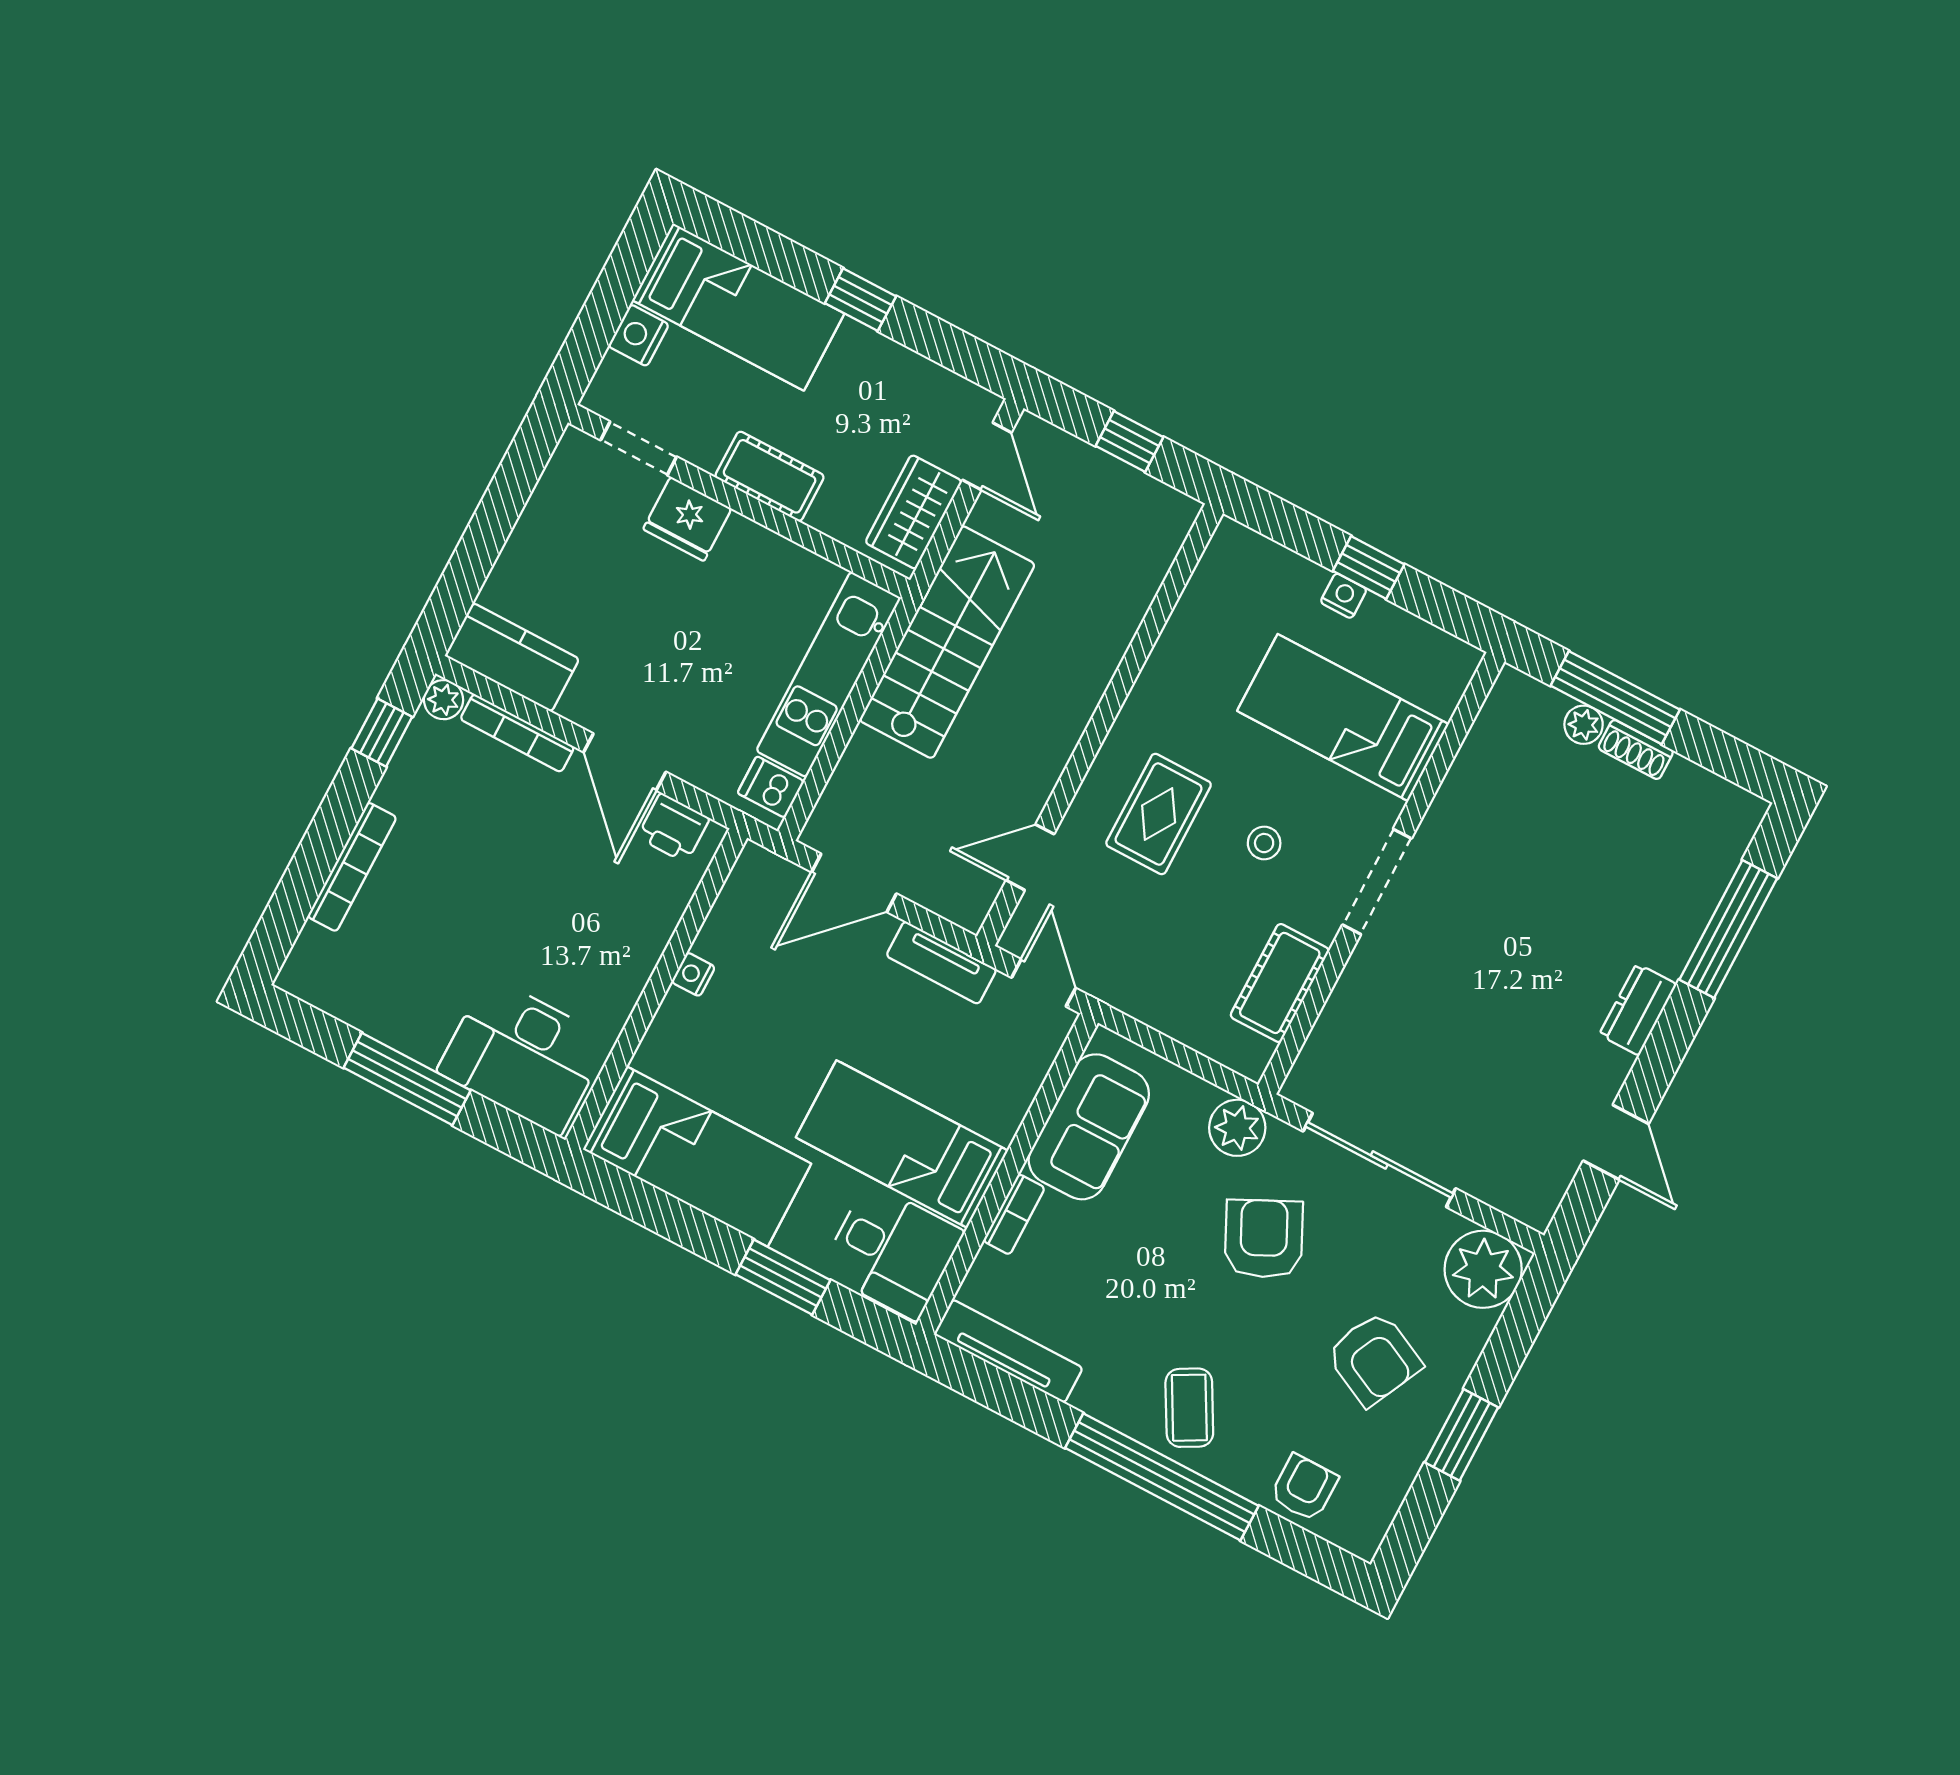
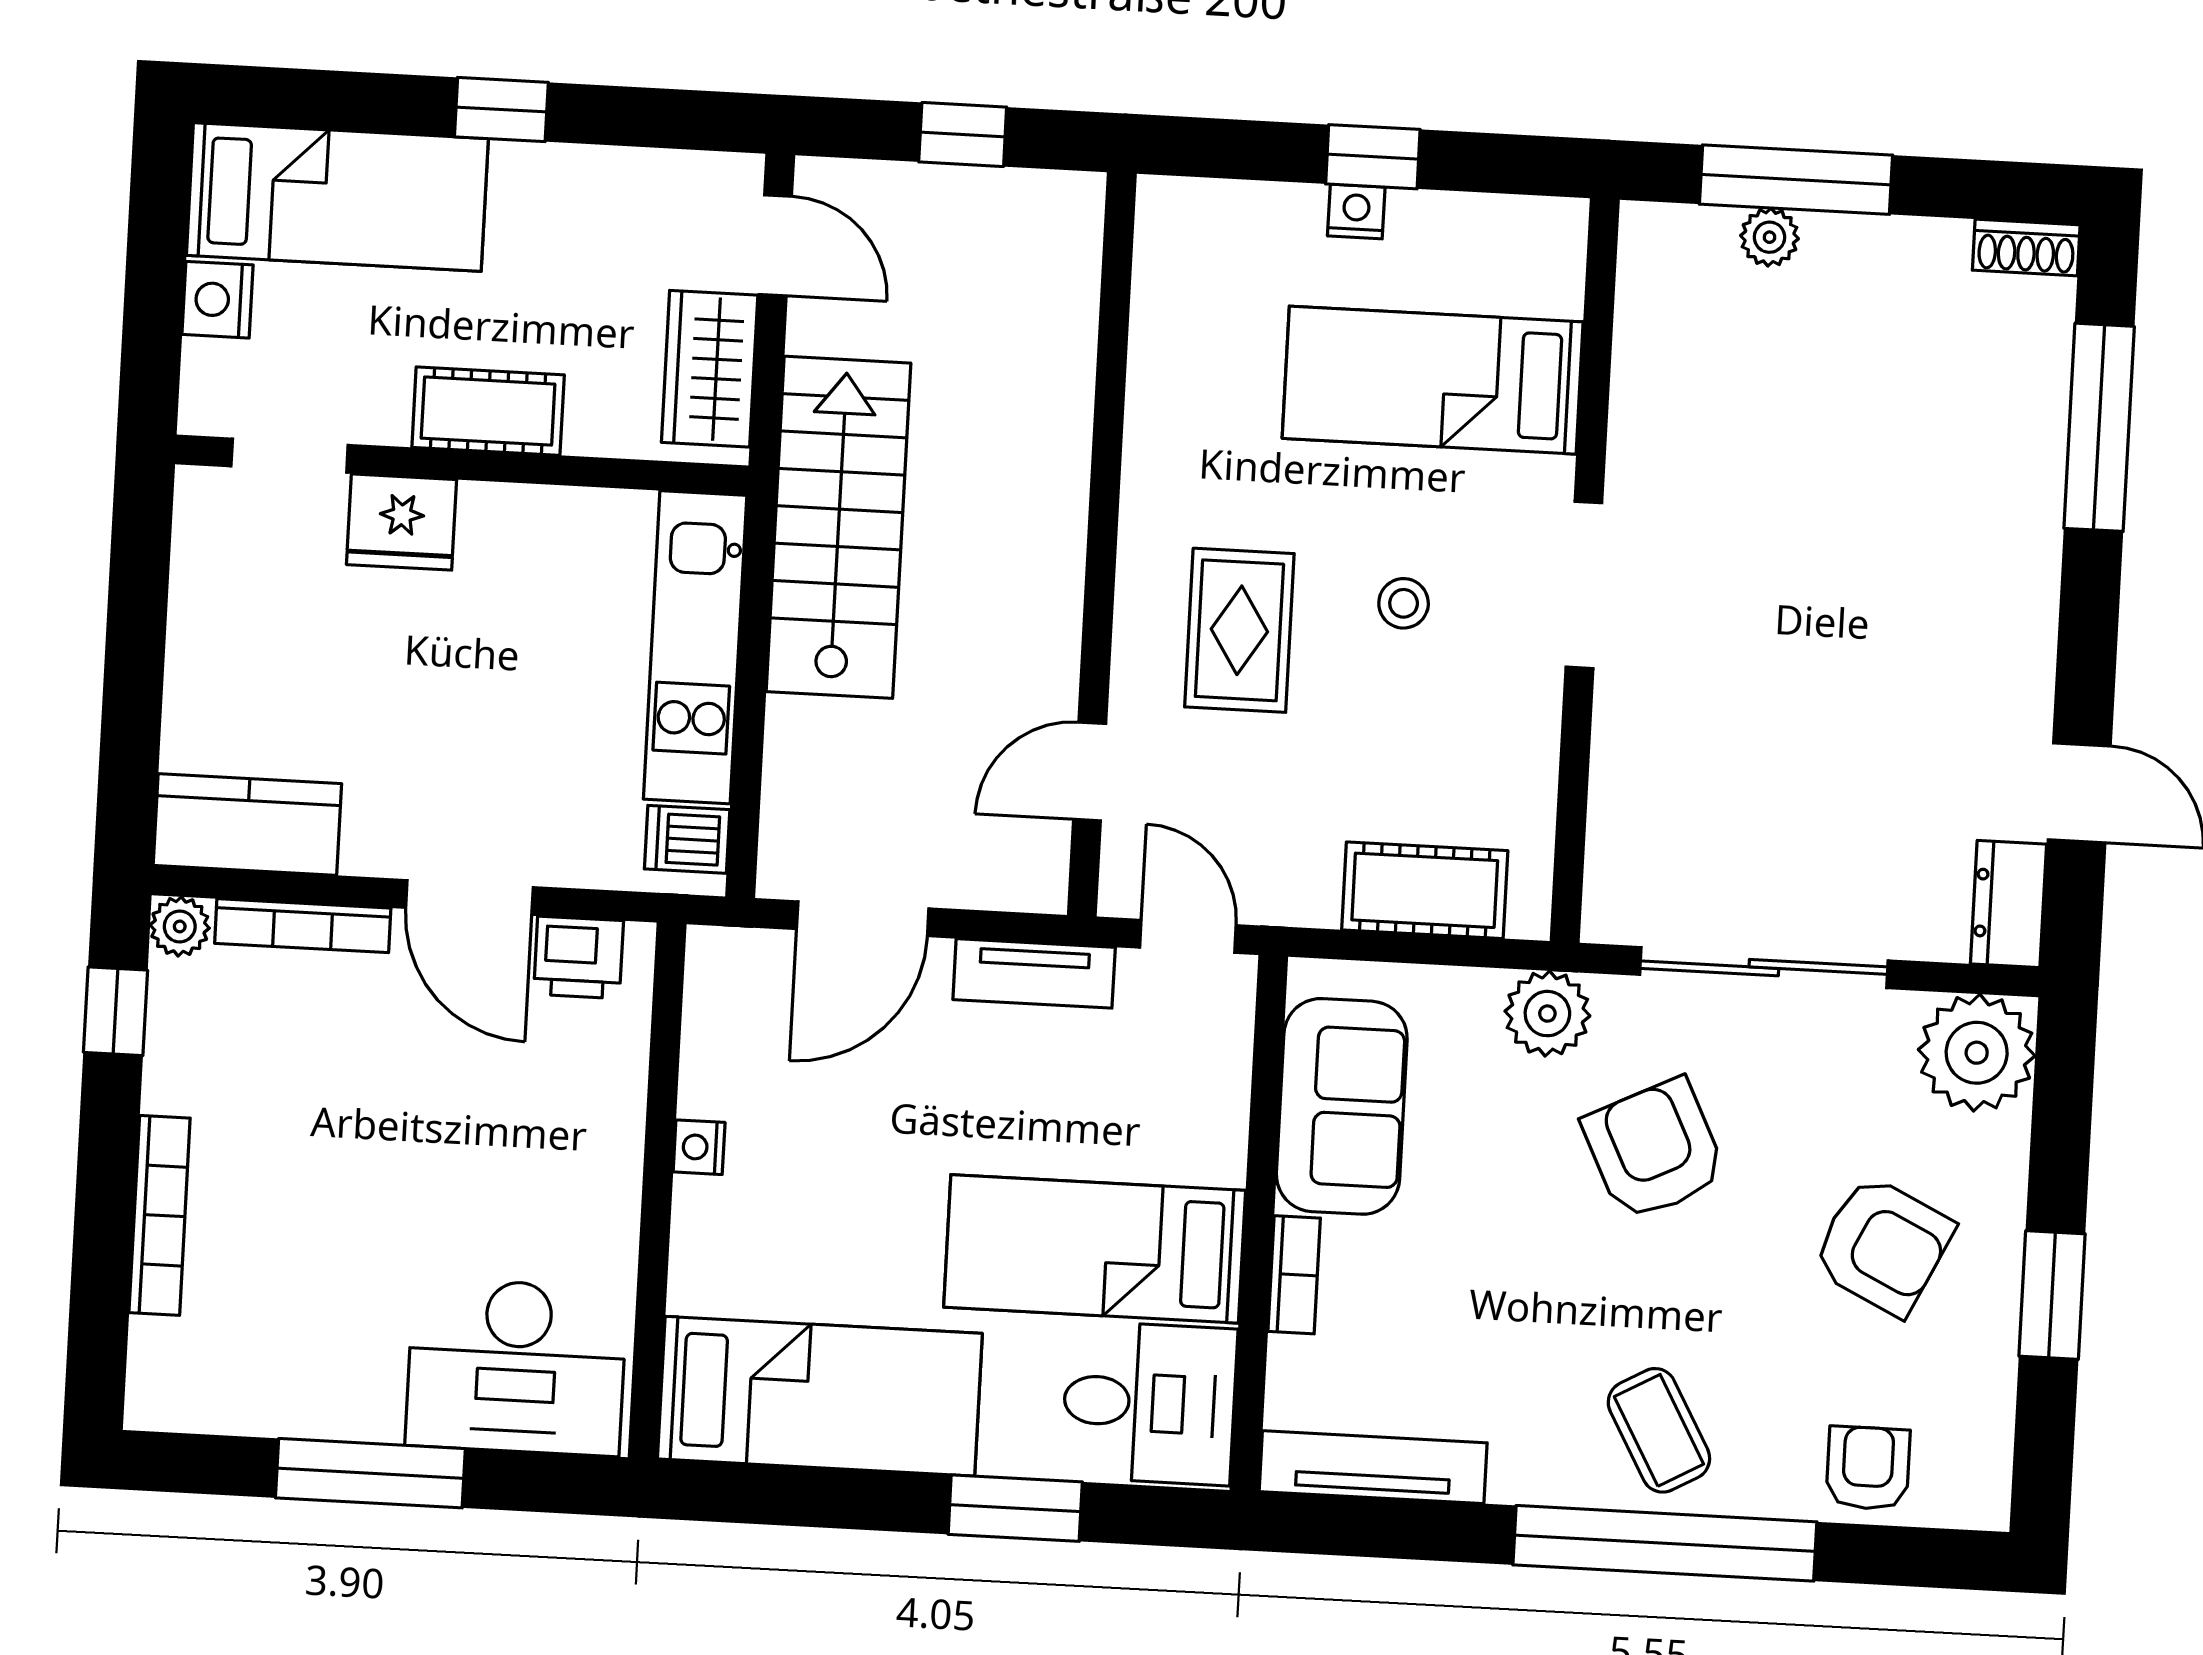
shoe rack: (1636, 750) -> (2026, 248), moved
cot: (1280, 983) -> (1425, 890), moved, turned 90
dresser: (1638, 1010) -> (2009, 904), moved

